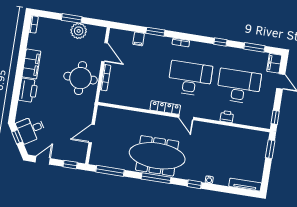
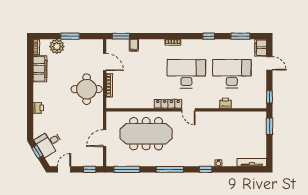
plant: (79, 31) -> (57, 46), moved
window: (155, 32) -> (121, 36), moved
filing cabinet: (31, 64) -> (40, 69), moved
printer: (28, 90) -> (38, 108), width x0.53, depth x0.68
meeting table: (157, 156) -> (146, 134), moved

